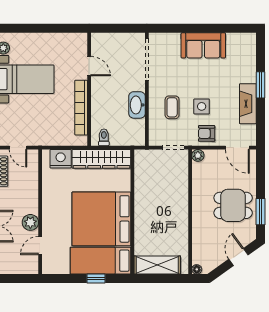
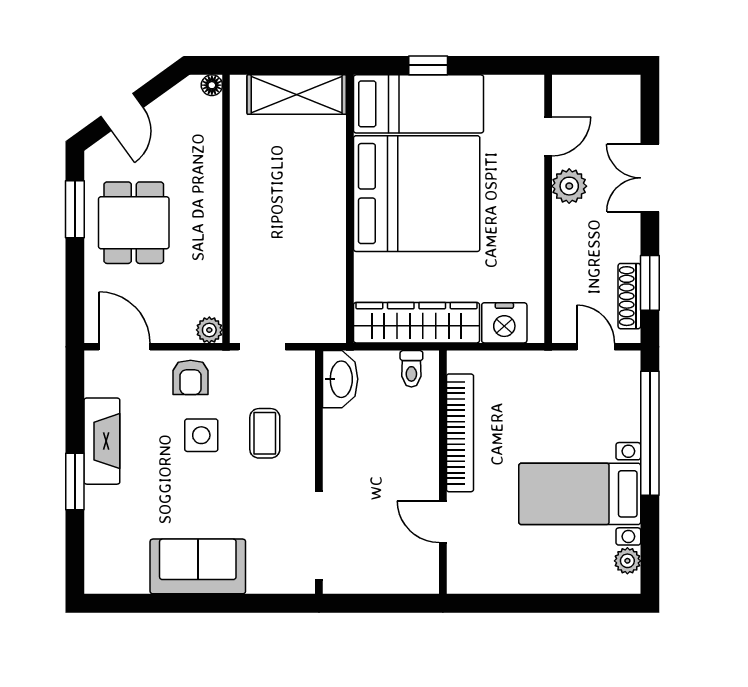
washbasin: (137, 105) -> (340, 379), moved
armchair: (207, 133) -> (191, 377), turned 90
dining table: (233, 205) -> (134, 223), turned 90

